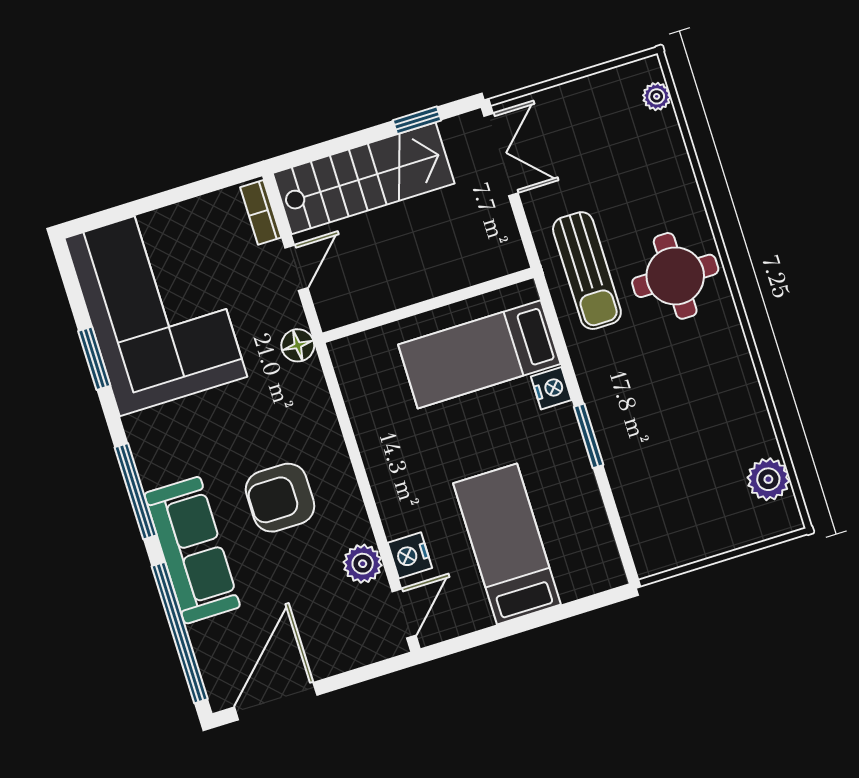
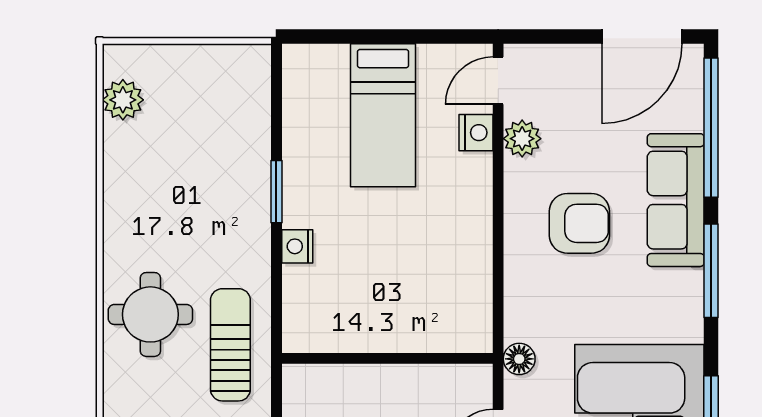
bed: (479, 354) -> (354, 298), removed

